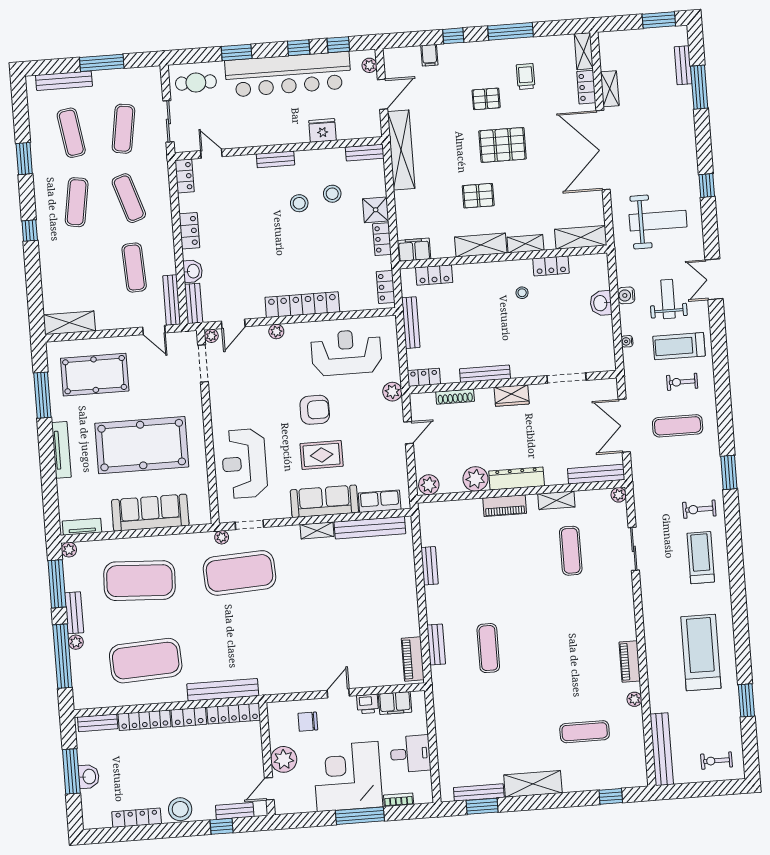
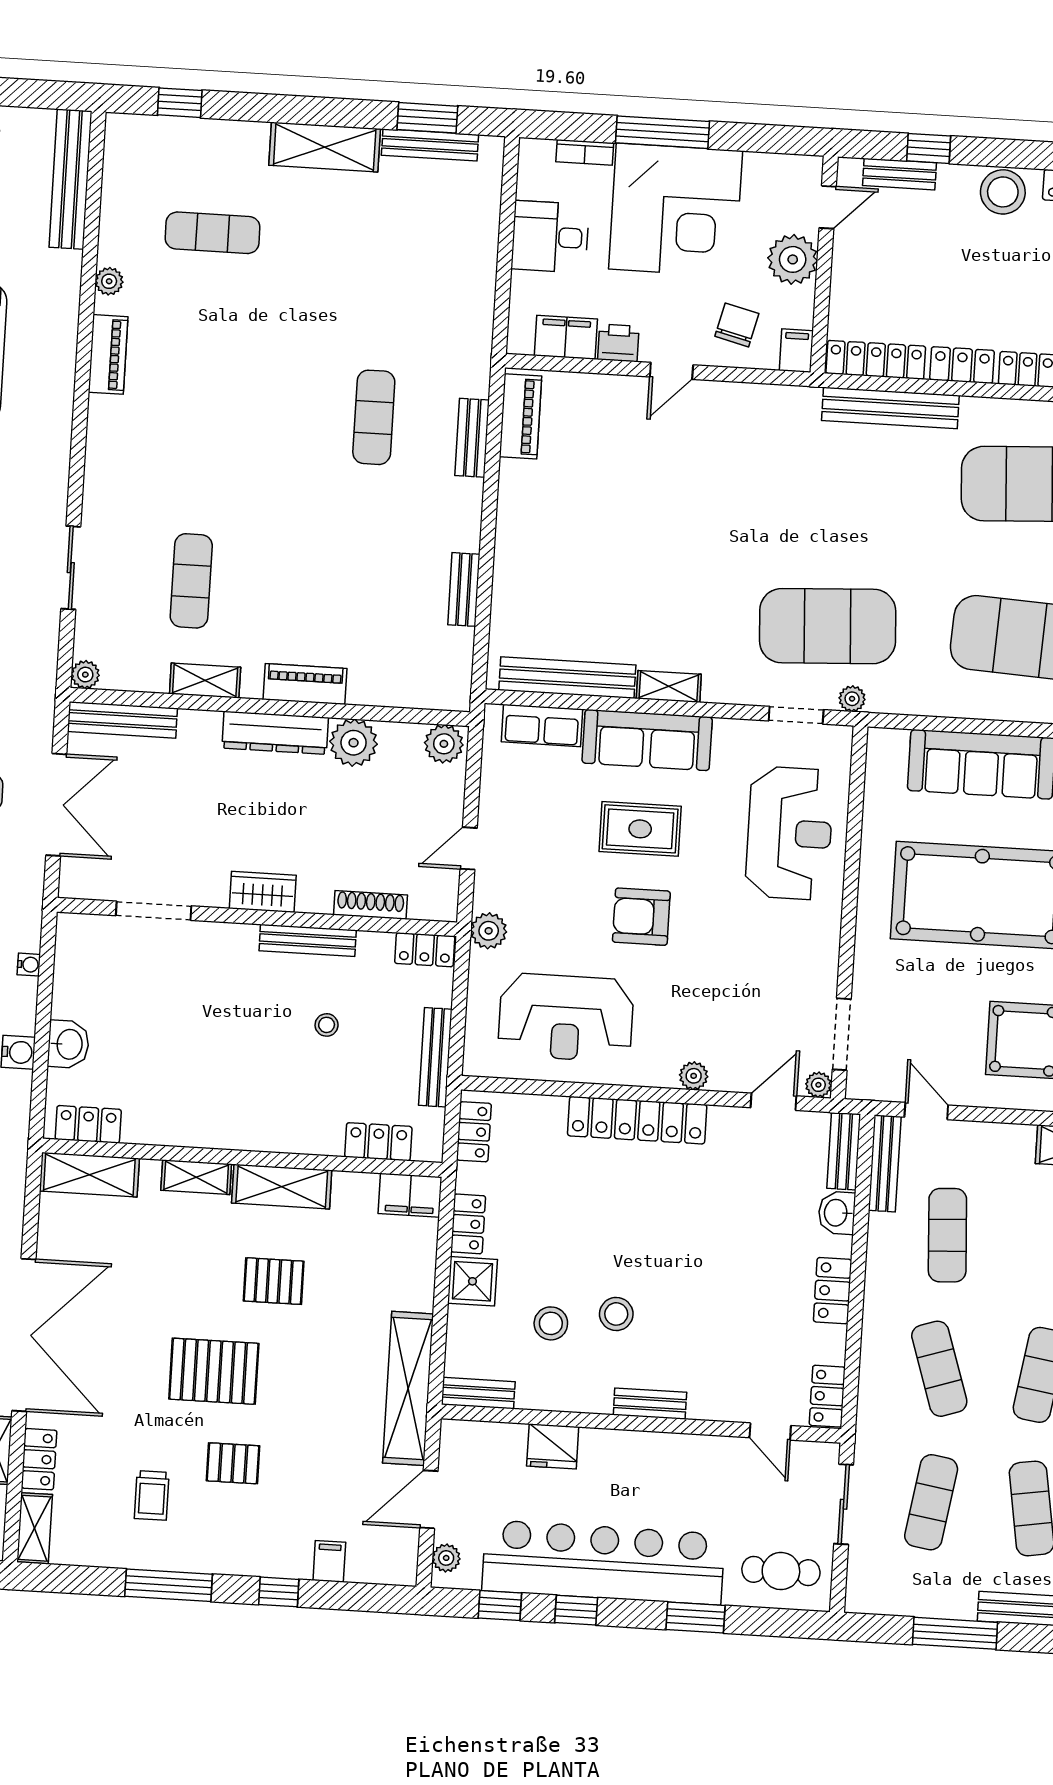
locker: (551, 266) -> (88, 1124), moved
stool: (522, 293) -> (327, 1025), moved
filing cabinet: (275, 713) -> (796, 351), added
chair: (308, 722) -> (737, 325), turned -76

